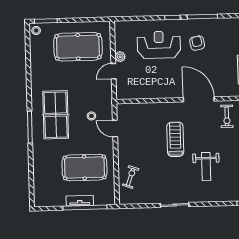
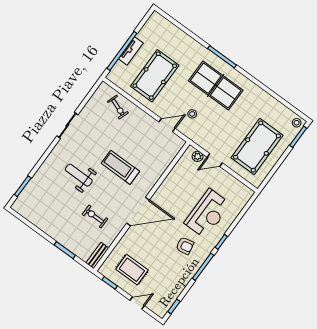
plant: (120, 57) -> (198, 156), moved
door: (113, 71) -> (215, 160), swing flipped
exercise bike: (227, 116) -> (95, 217), moved
treadmill: (175, 139) -> (120, 167), turned 180

